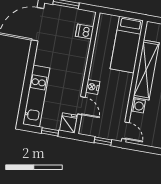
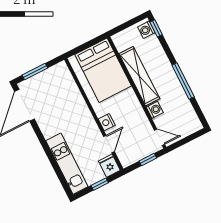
dishwasher: (85, 31) -> (67, 83), removed
bed: (127, 45) -> (103, 70), width x1.50
door: (81, 106) -> (109, 144), hinge flipped

